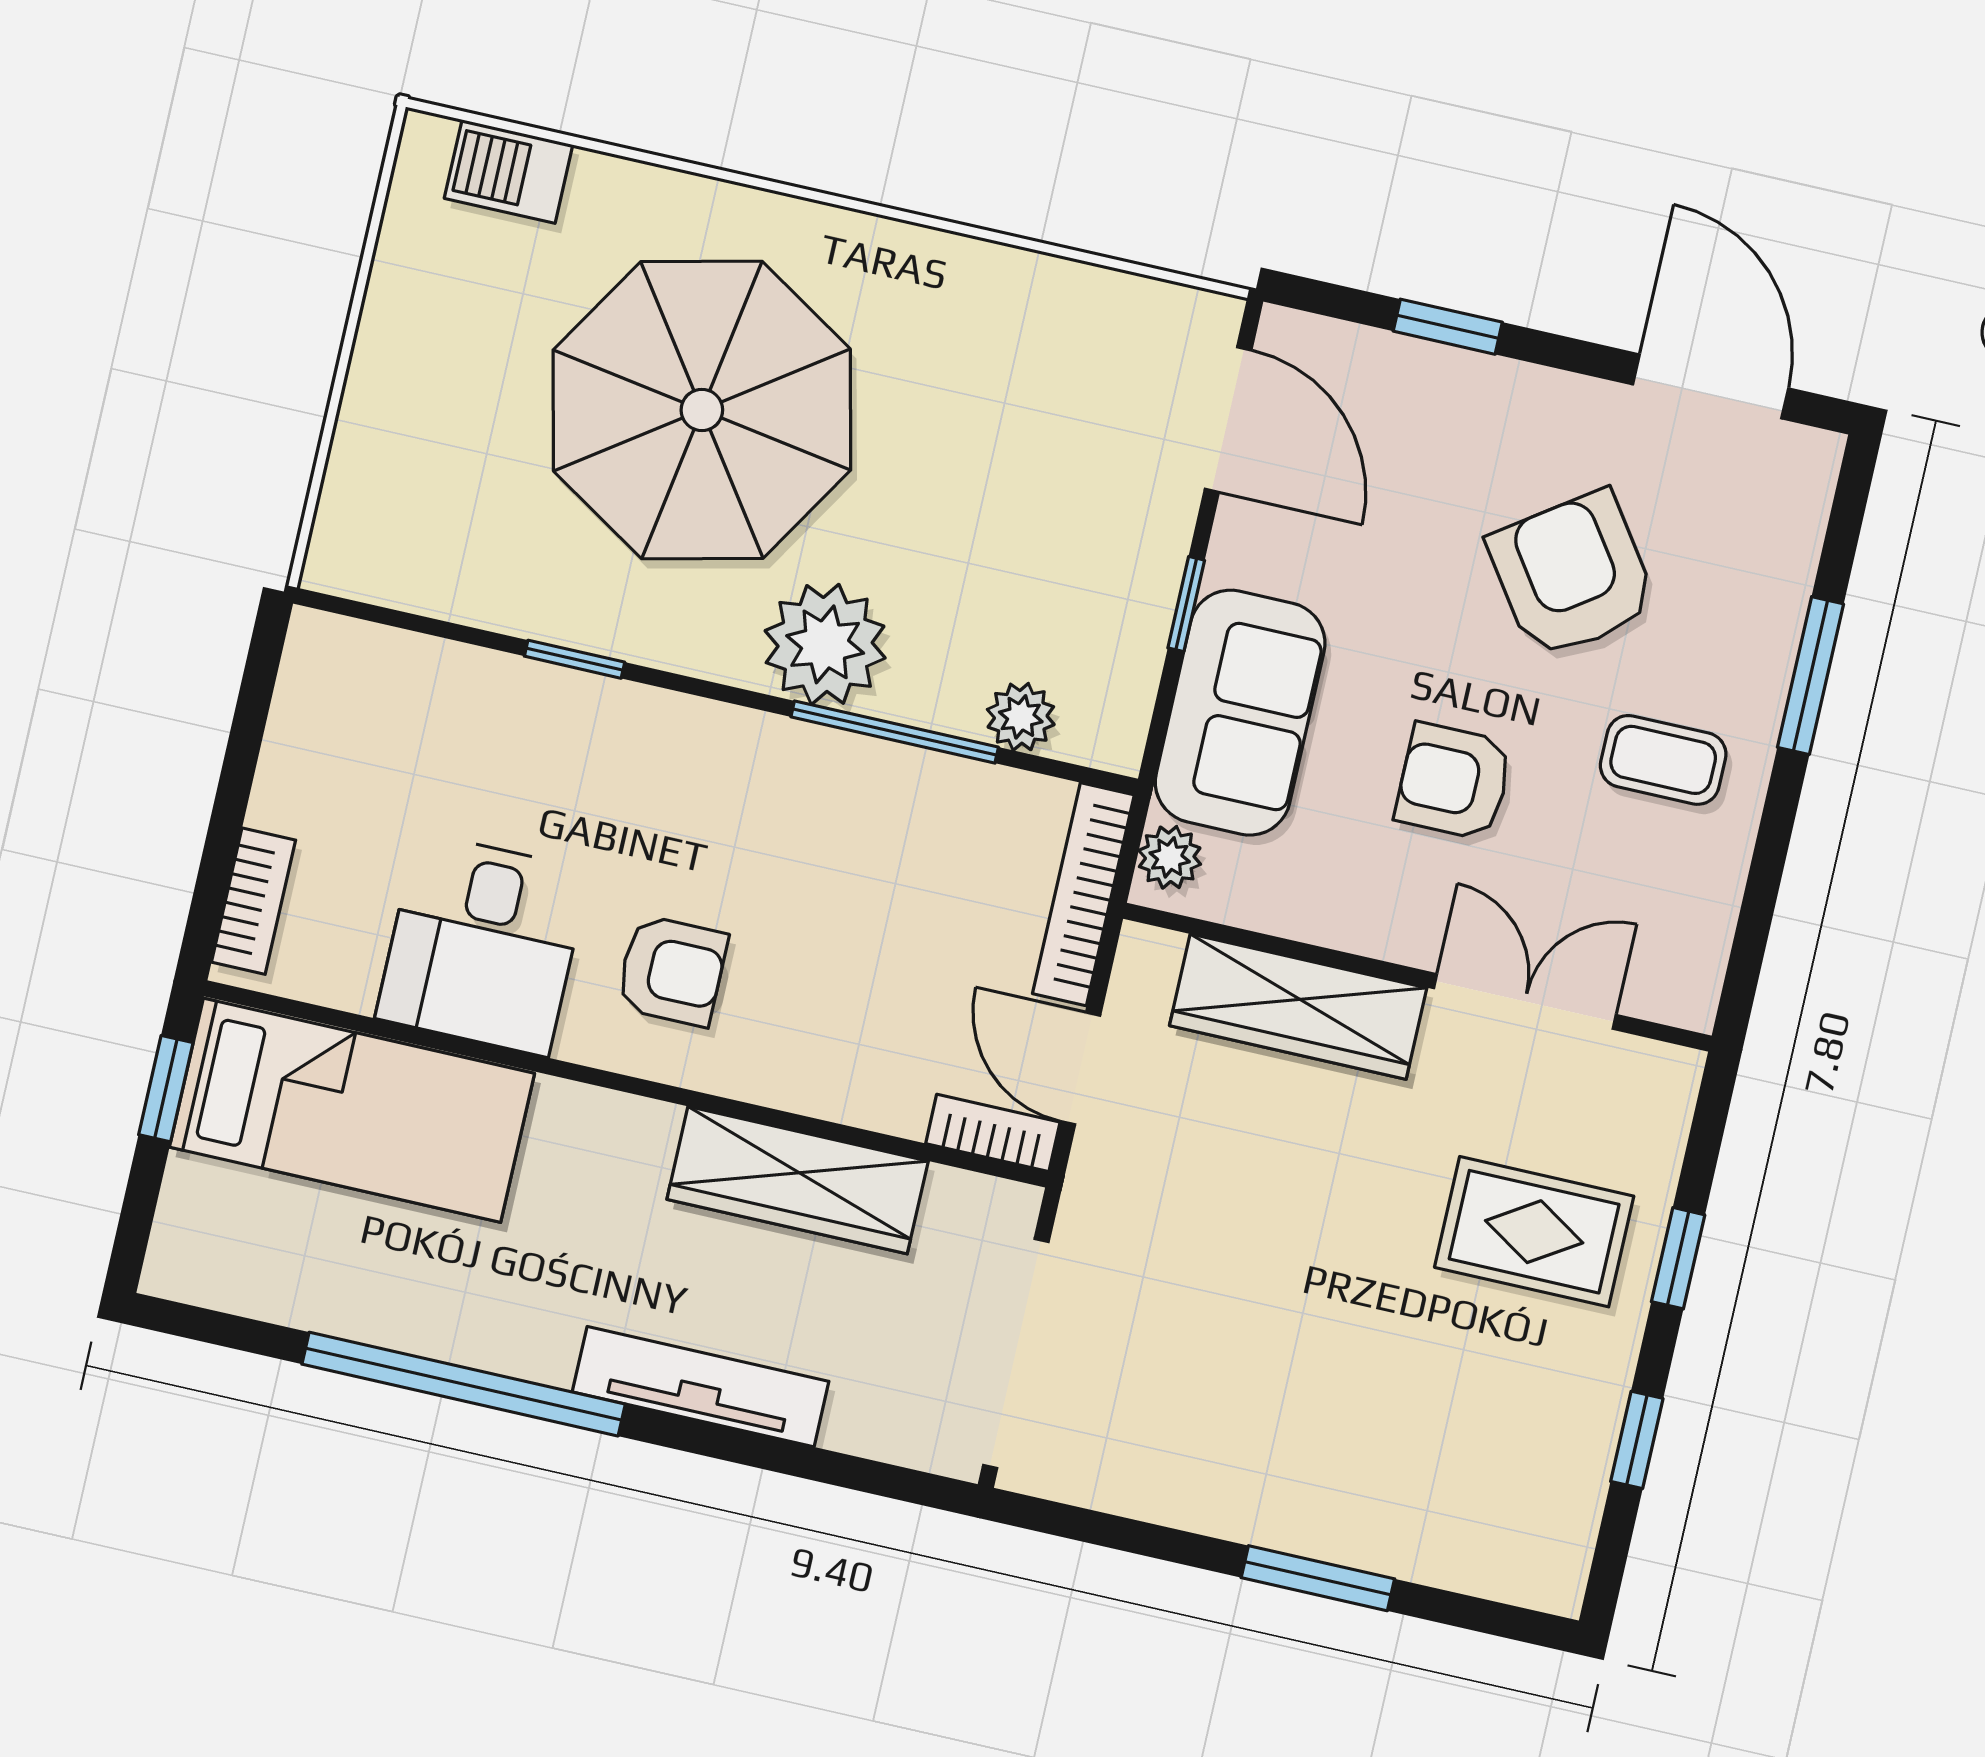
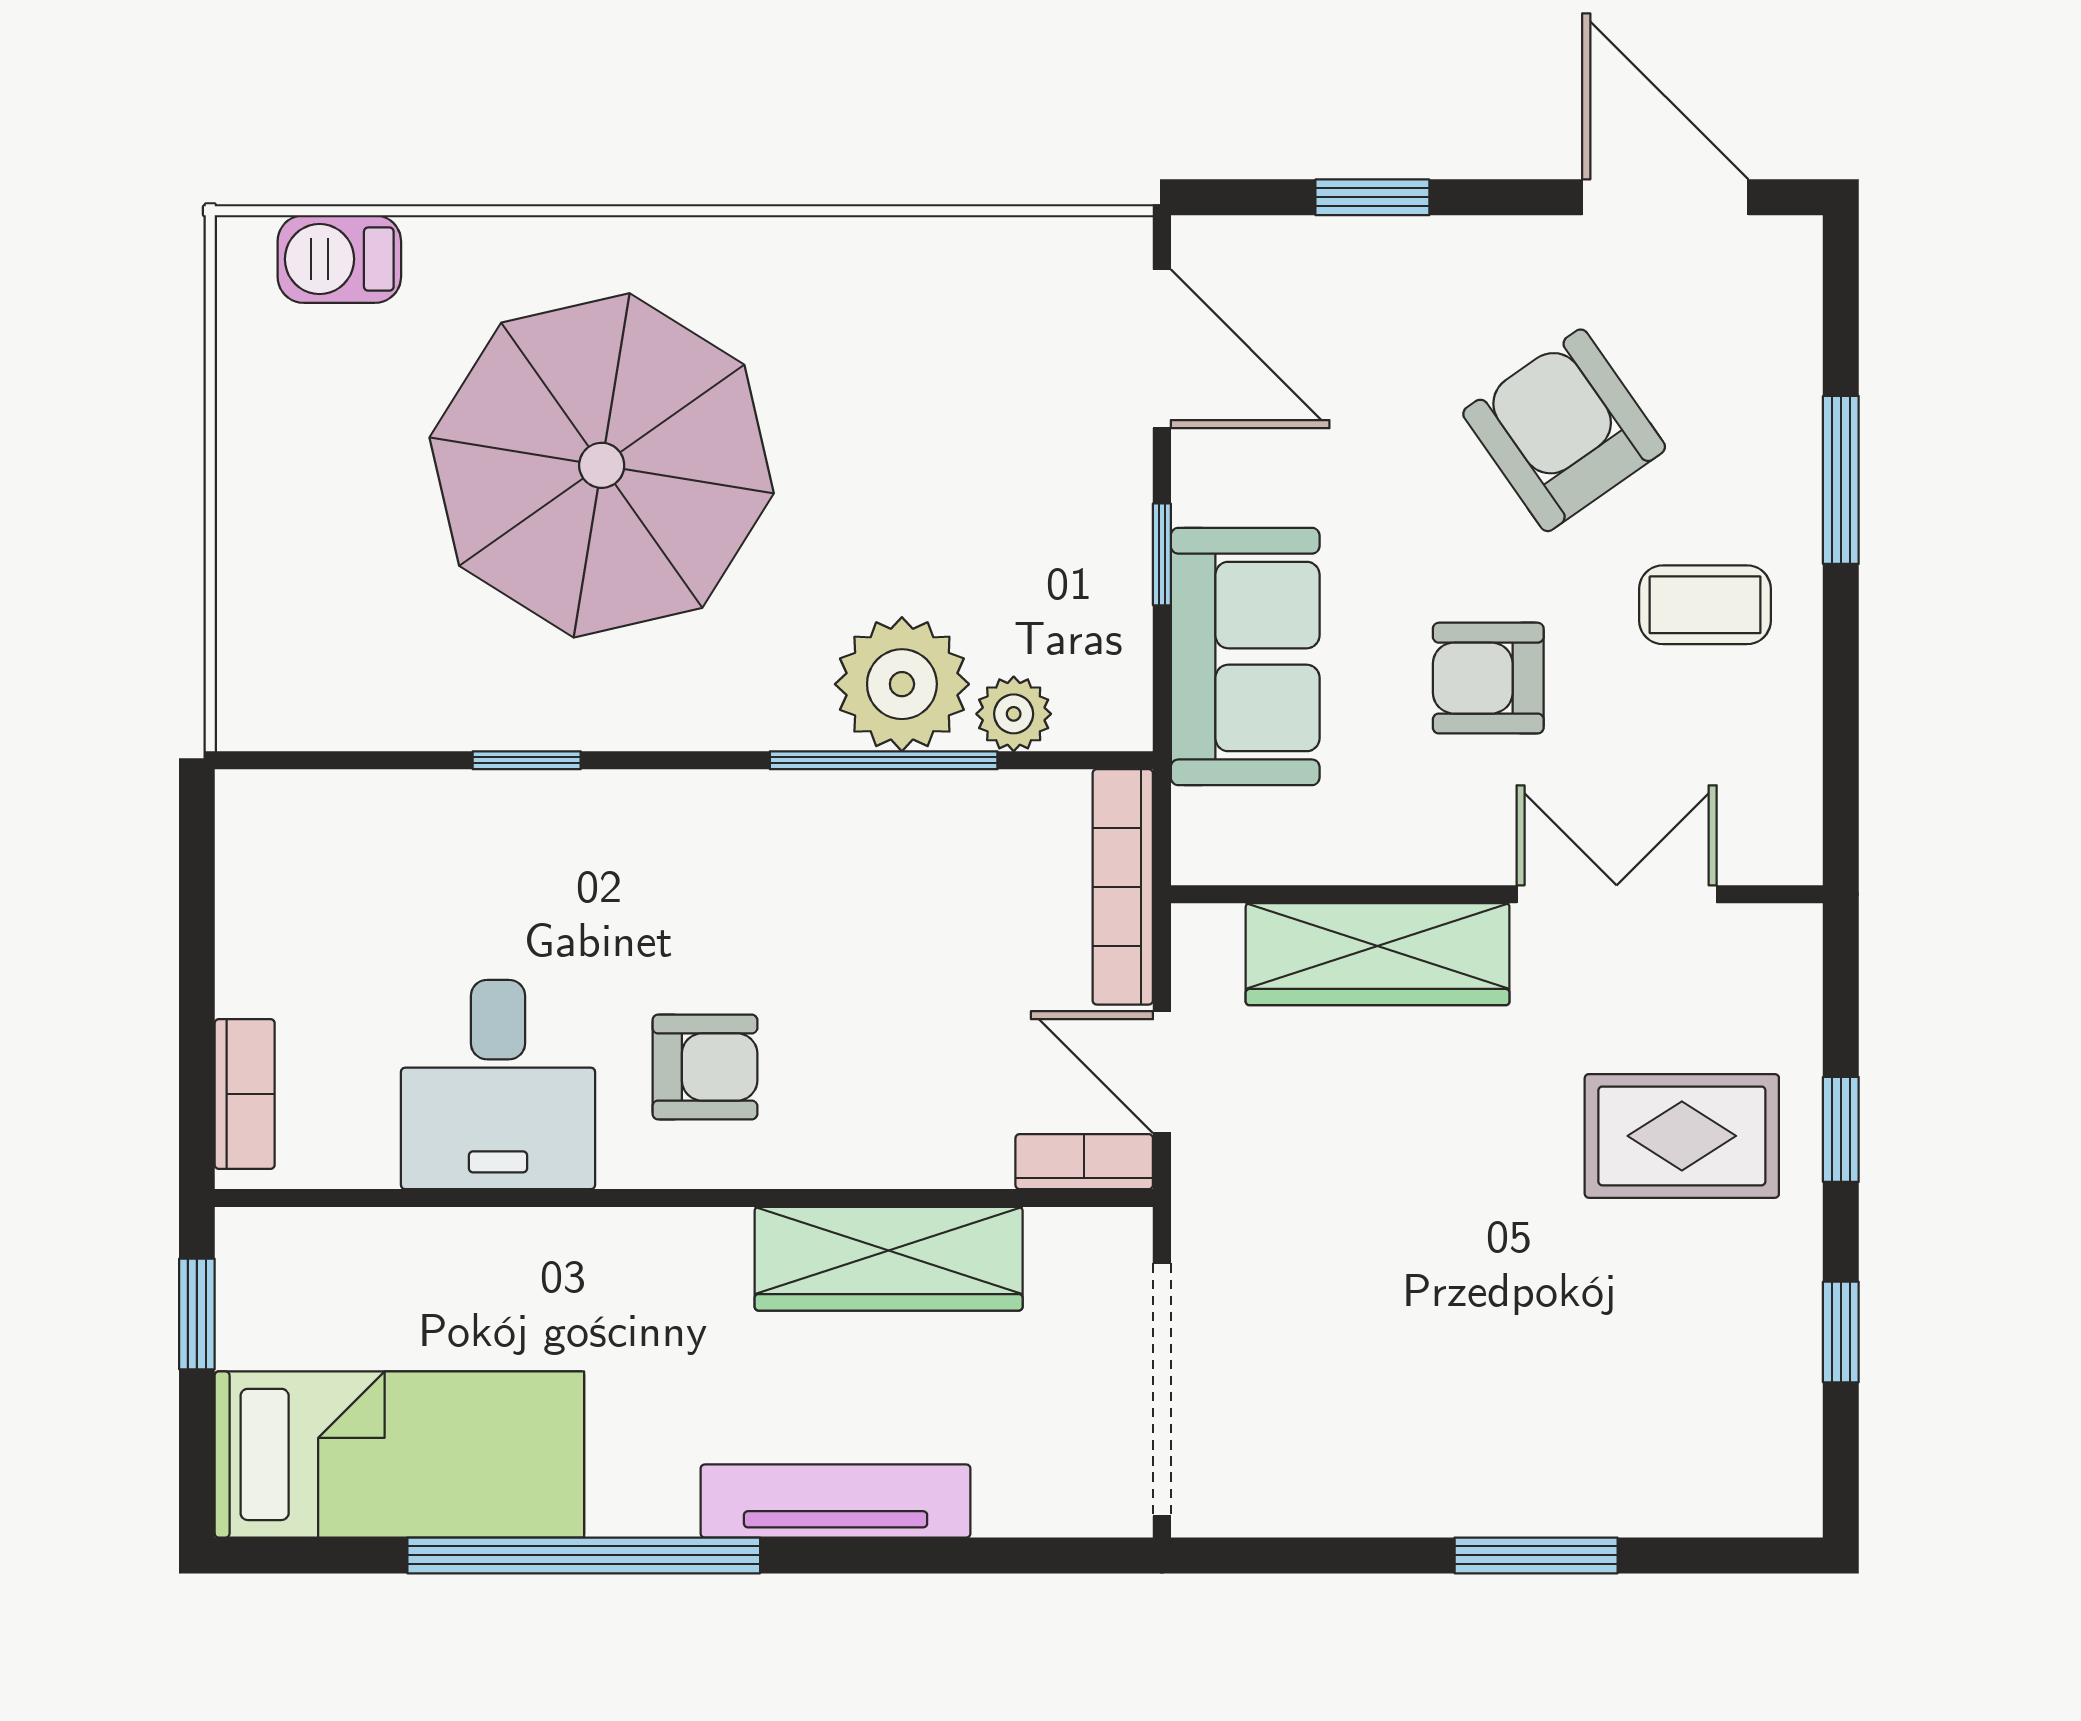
plant: (825, 644) -> (902, 684), moved
plant: (1170, 857) -> (1205, 827), removed
bed: (352, 1110) -> (399, 1454), moved

